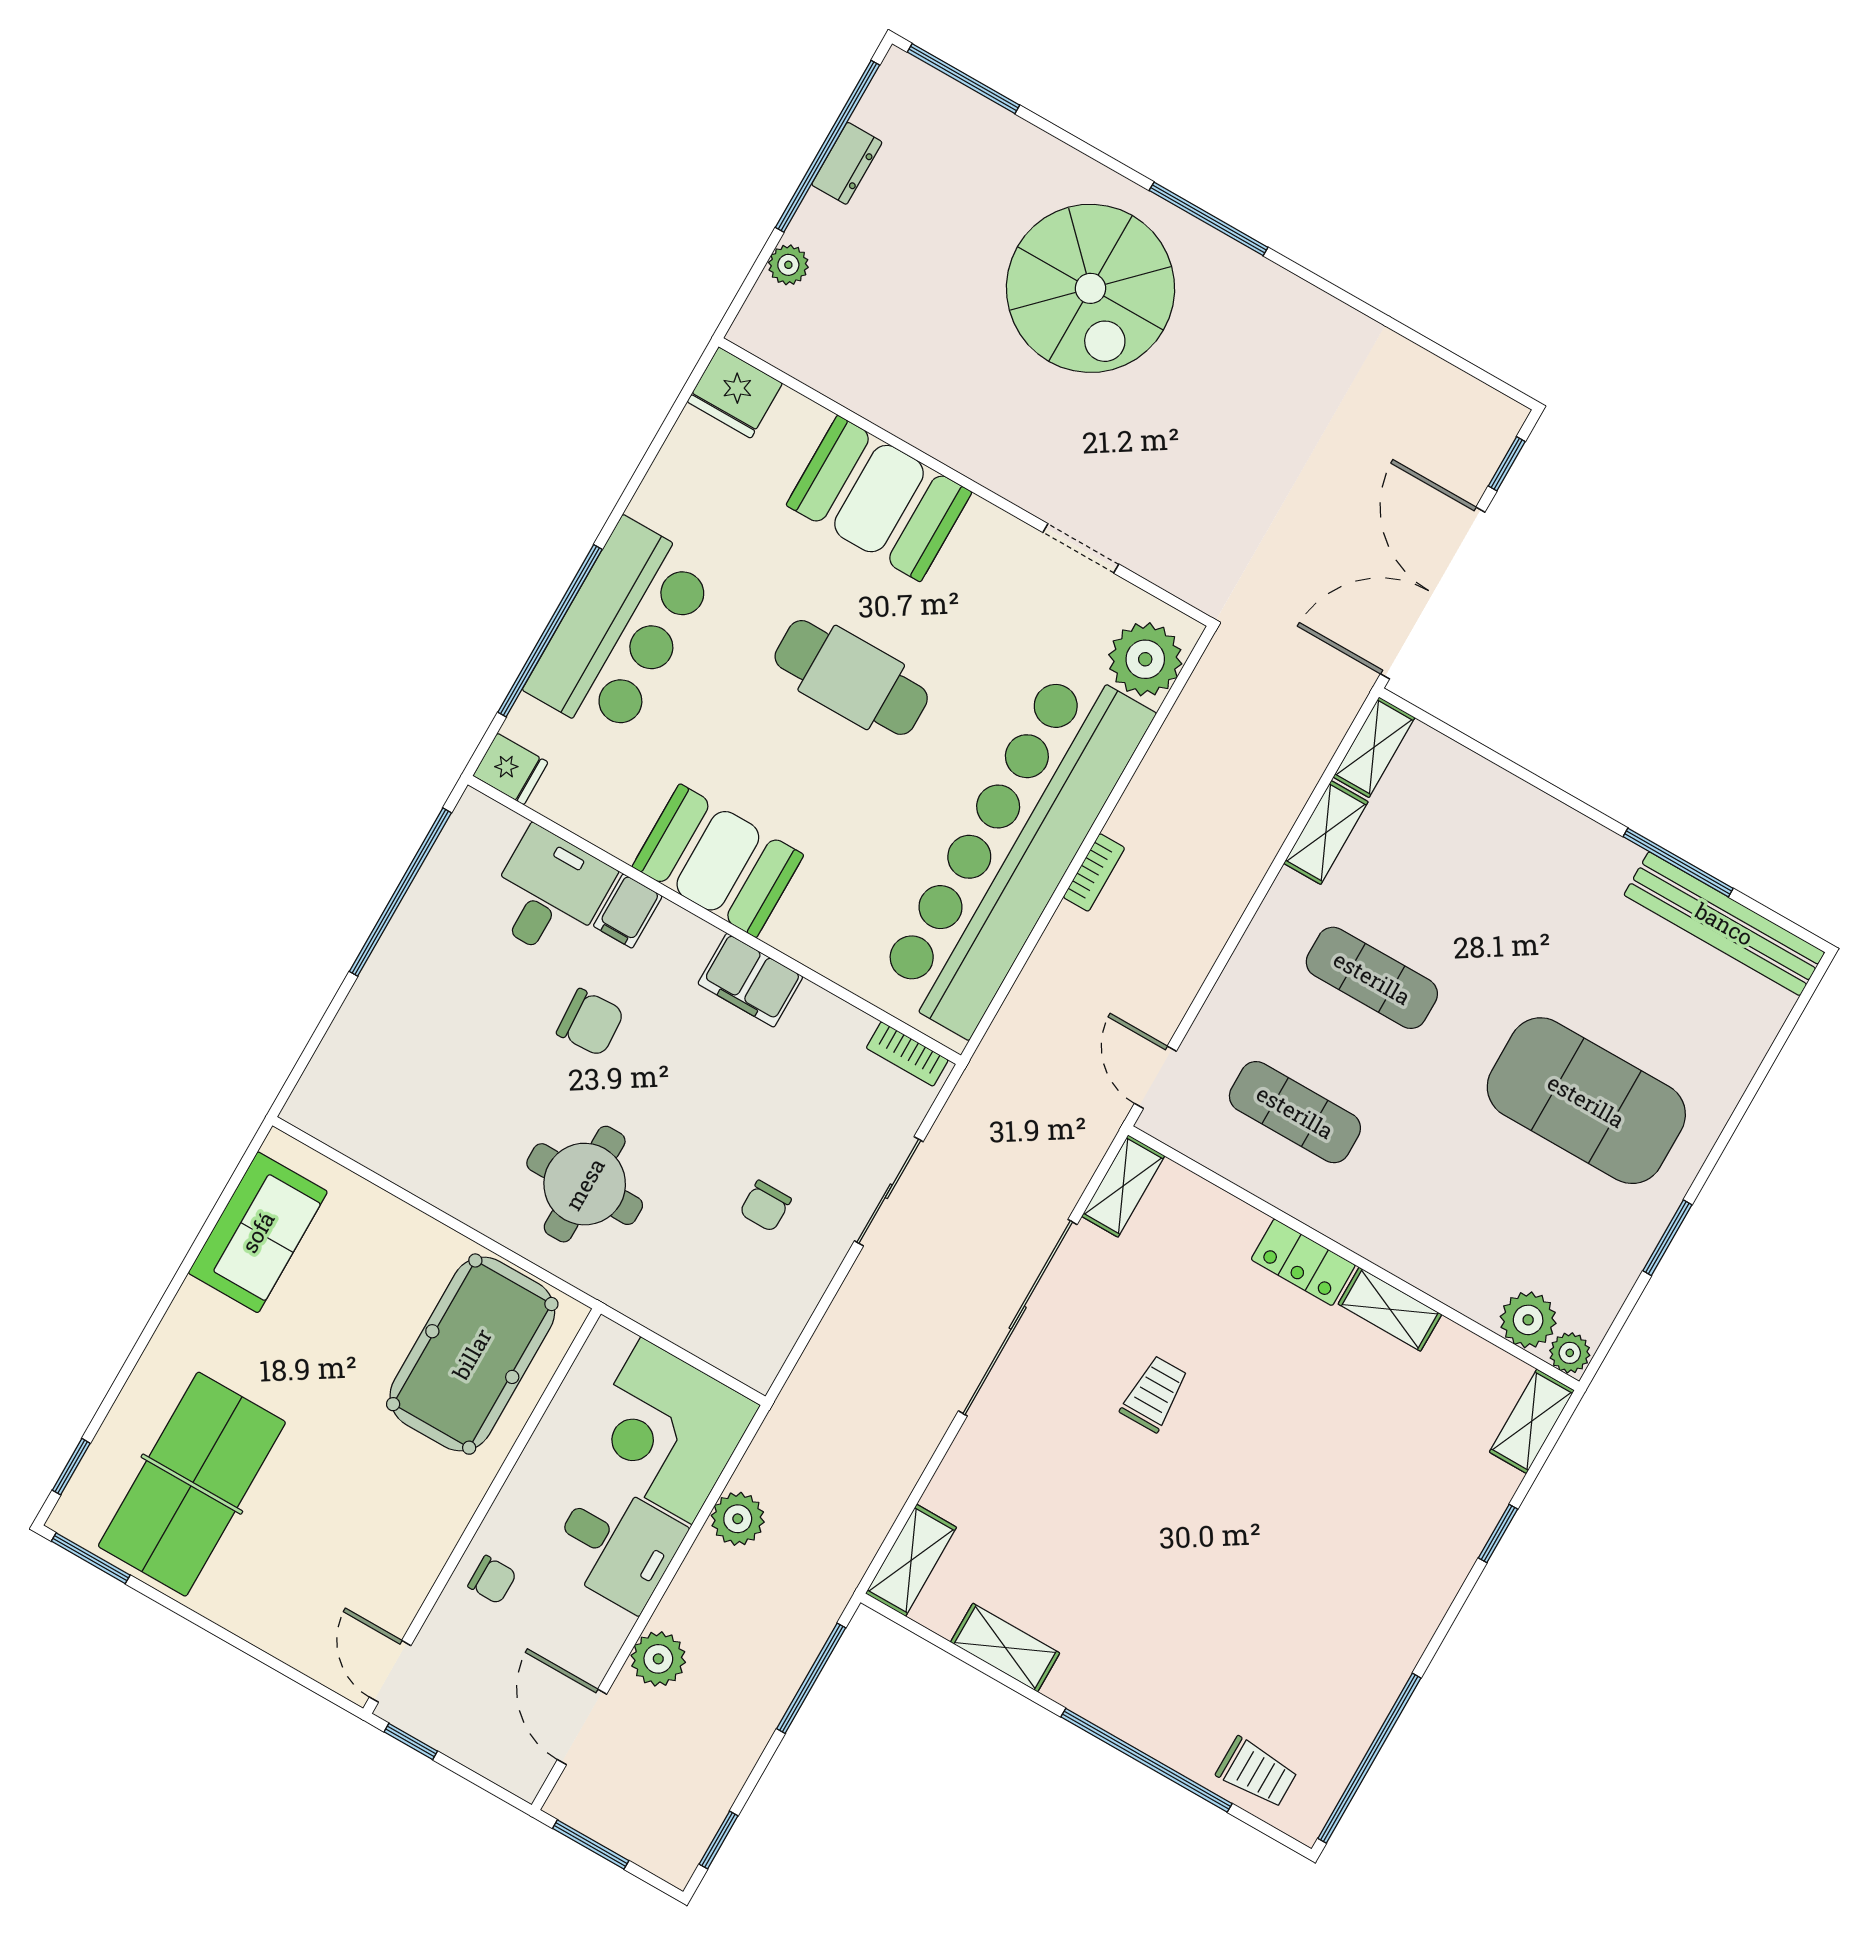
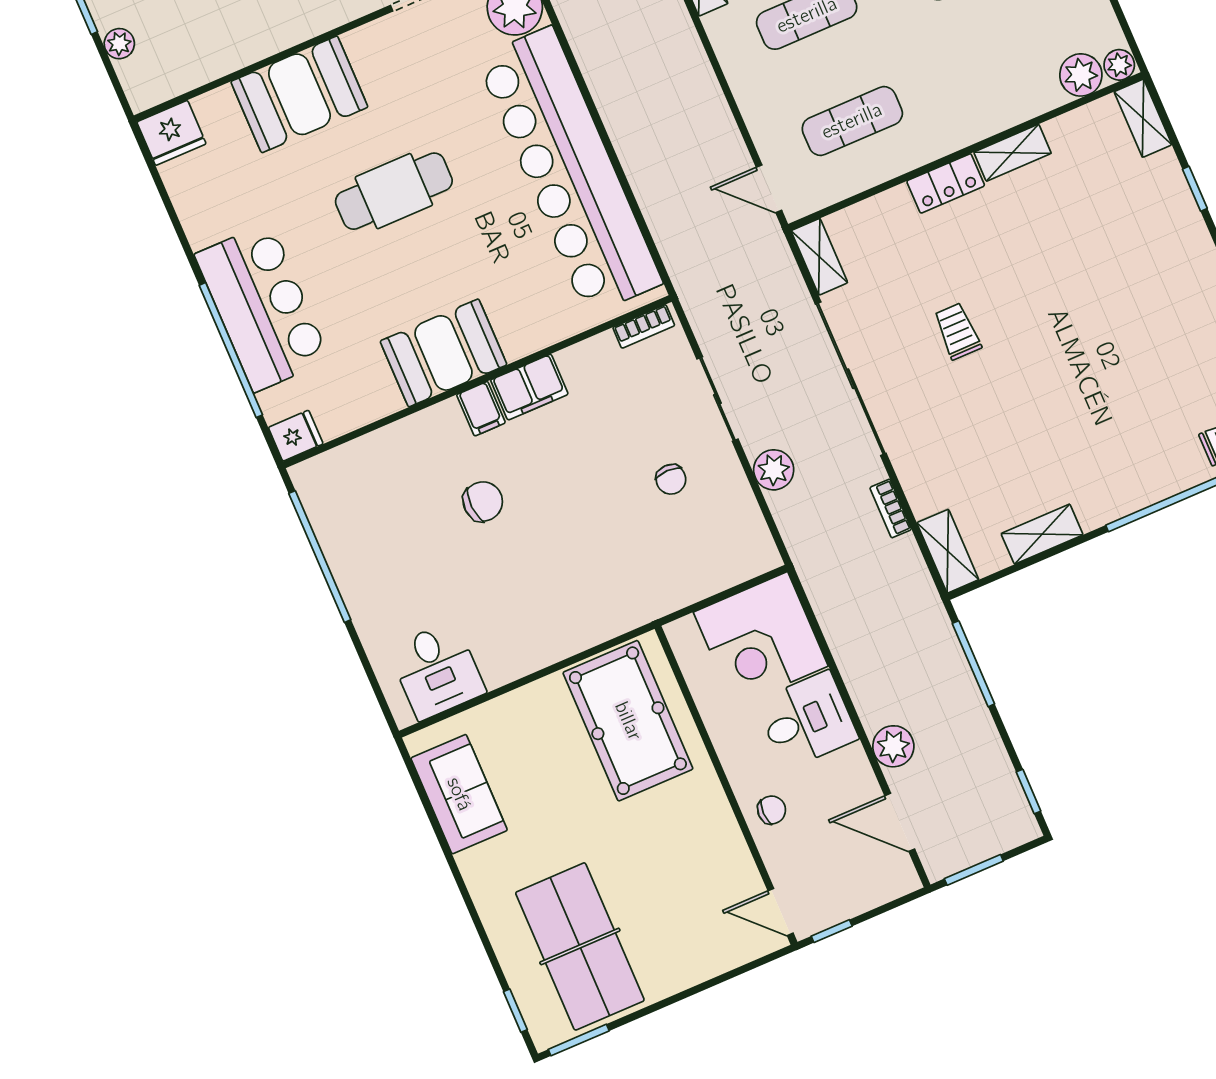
bookcase: (1094, 872) -> (891, 508), moved, turned 180
desk: (549, 893) -> (437, 670), moved, turned 180
filing cabinet: (628, 911) -> (481, 409), moved
round table: (585, 1184) -> (577, 577), removed
plant: (738, 1519) -> (774, 470), moved

